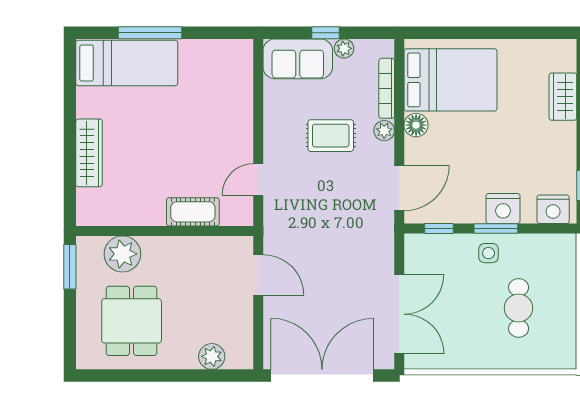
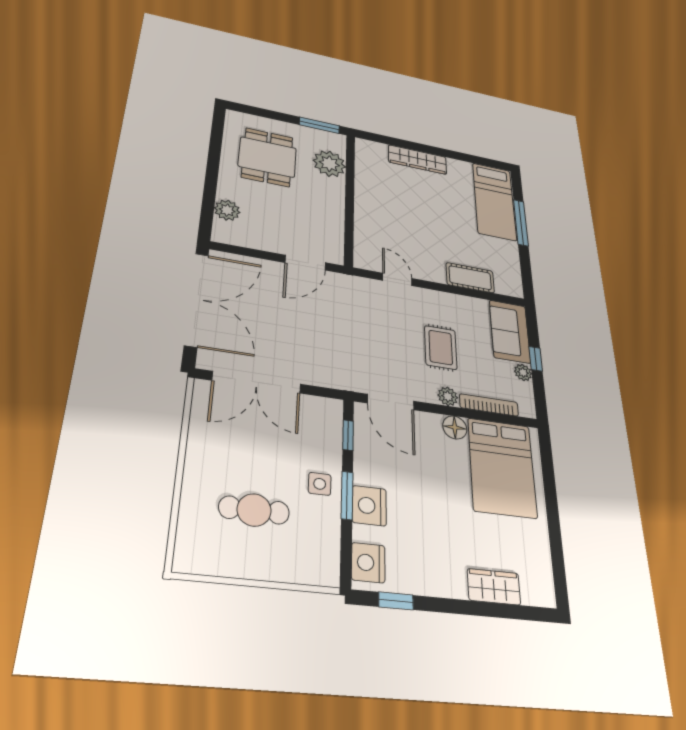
cot: (193, 212) -> (470, 278), moved, turned 90
dining table: (132, 321) -> (267, 157), turned 90

